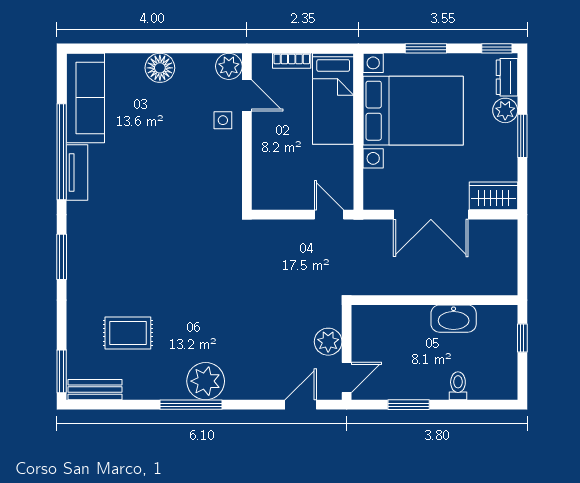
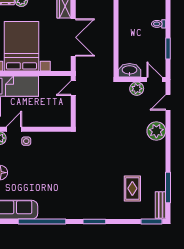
tv unit: (77, 173) -> (52, 214), removed
washbasin: (454, 319) -> (130, 70), moved, turned -90
plant: (206, 381) -> (156, 131), moved
window: (191, 405) -> (168, 187), moved
door: (301, 405) -> (168, 102), hinge flipped

